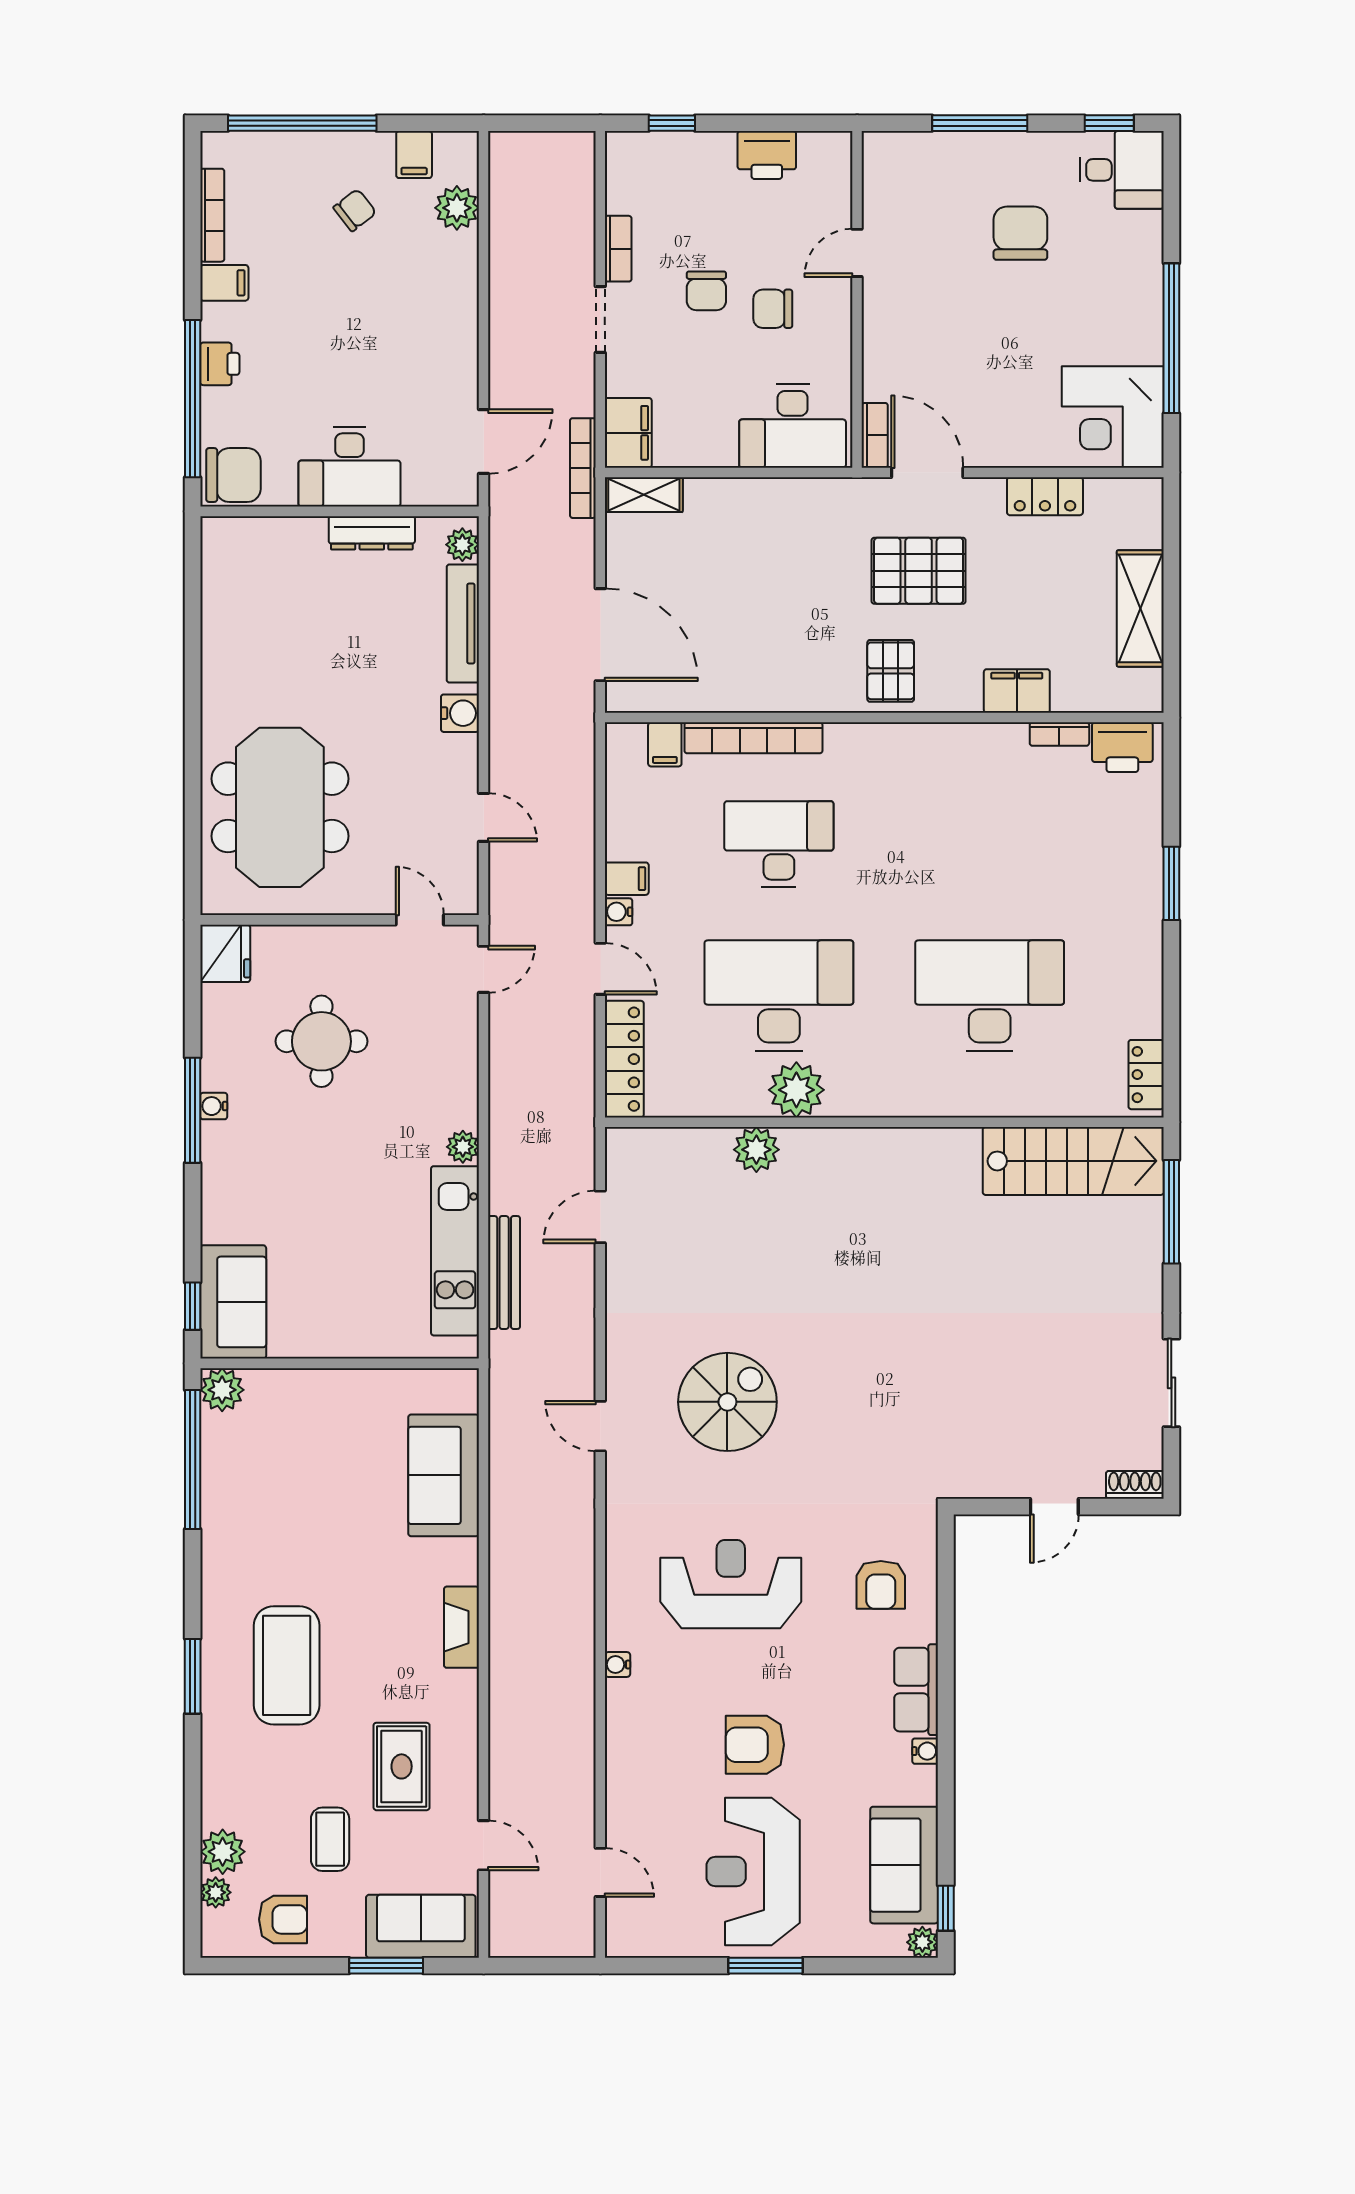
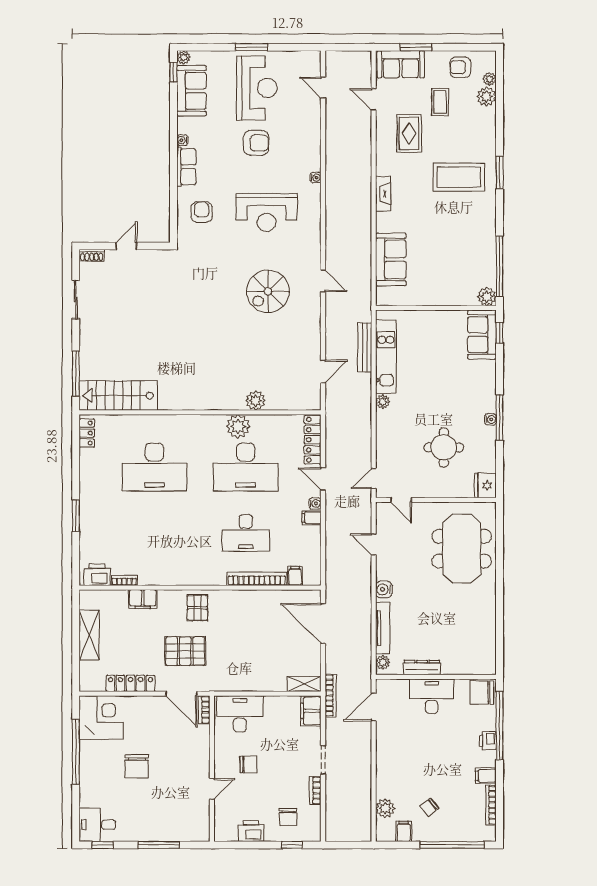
chair: (1020, 233) -> (137, 766), moved
chair: (706, 291) -> (288, 817), moved, turned 180
locker: (1045, 496) -> (131, 683), width x1.53
coffee table: (287, 1665) -> (459, 177), turned 90

